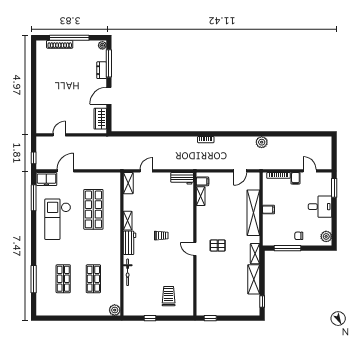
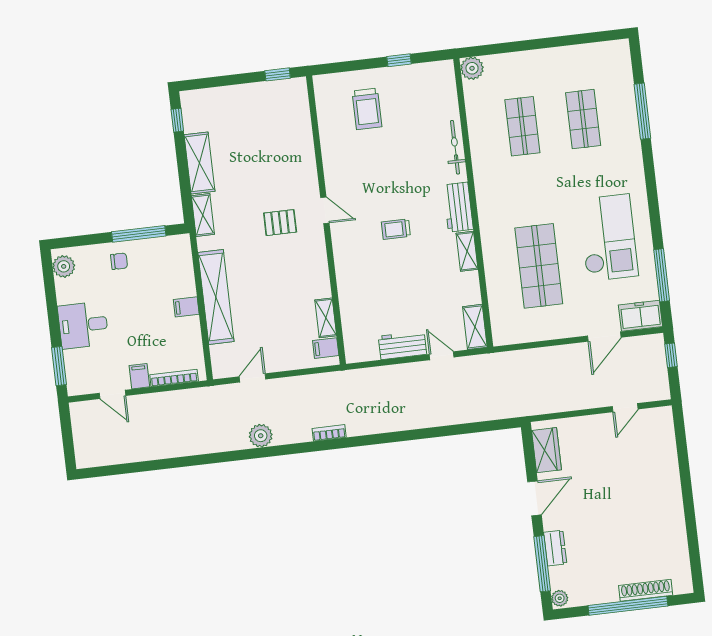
plant: (262, 142) -> (261, 436), moved
door: (146, 171) -> (442, 356), swing flipped
workbench: (182, 178) -> (402, 345), moved

